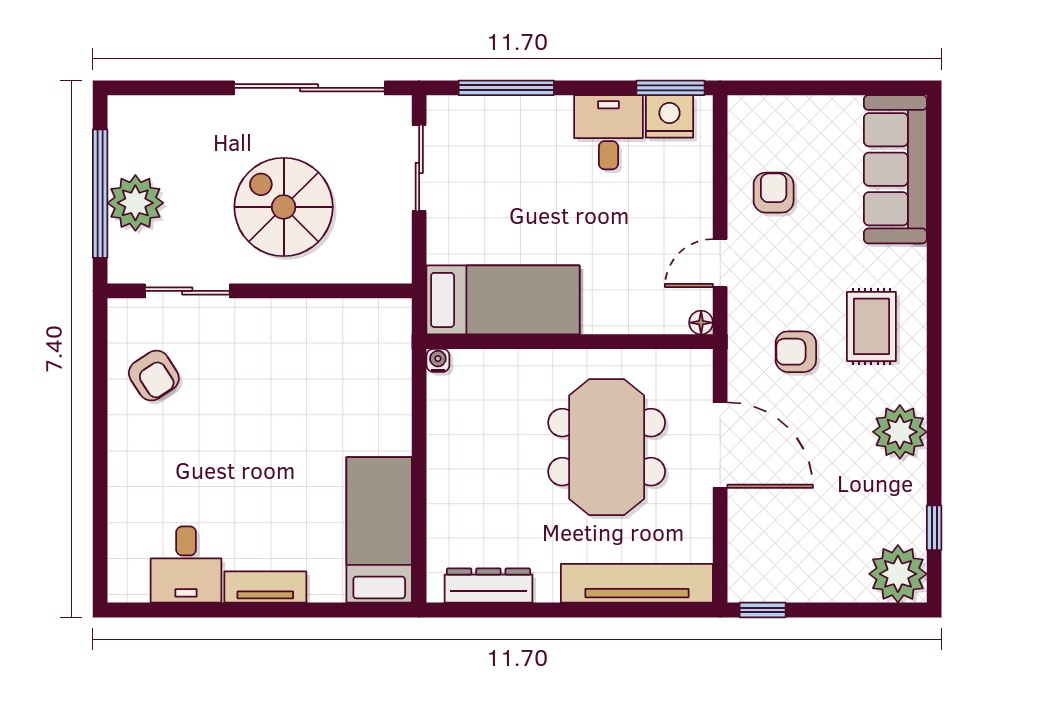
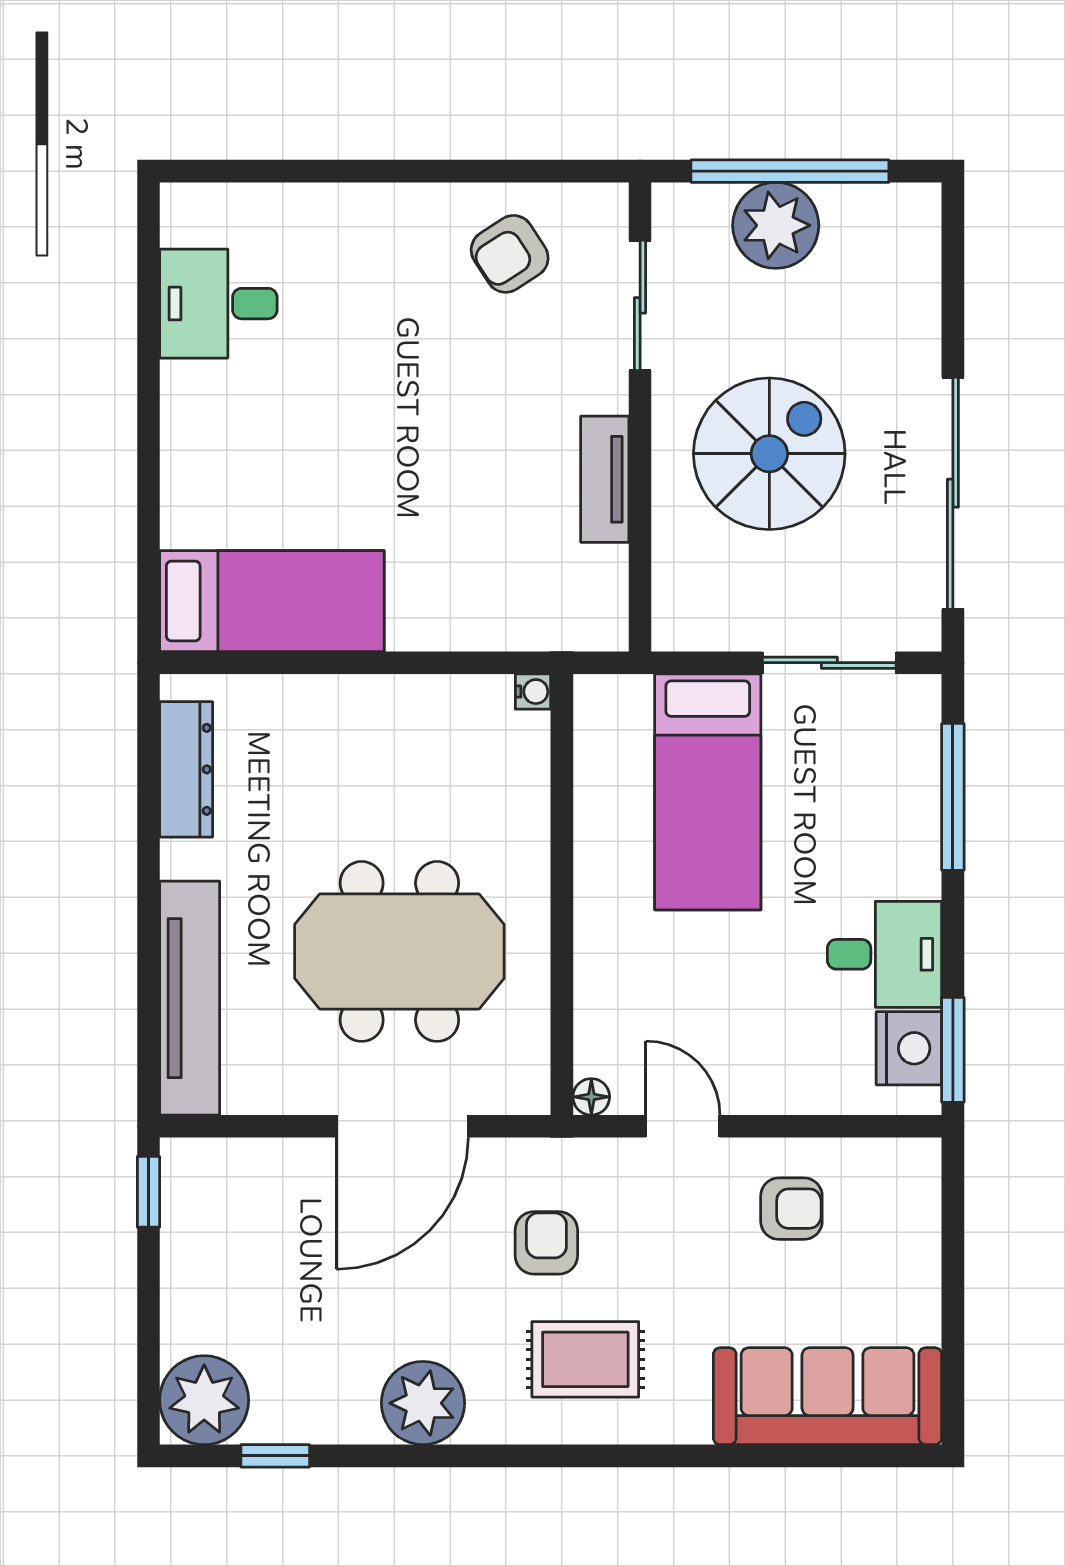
bed: (503, 300) -> (708, 792), moved
tv unit: (265, 587) -> (605, 479), moved, turned 180

